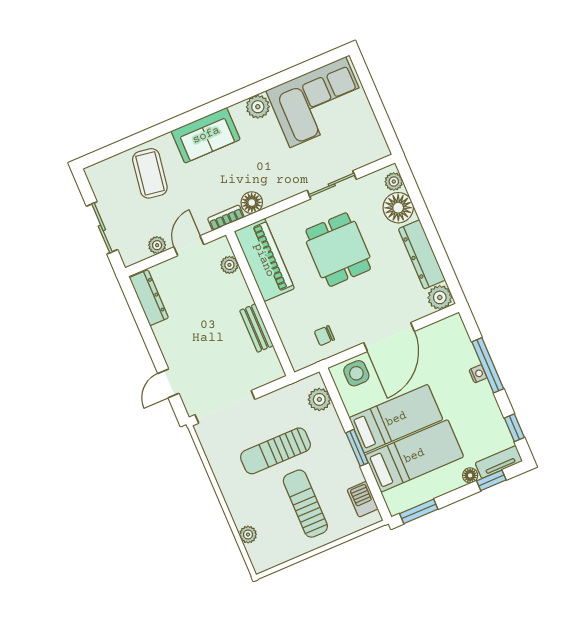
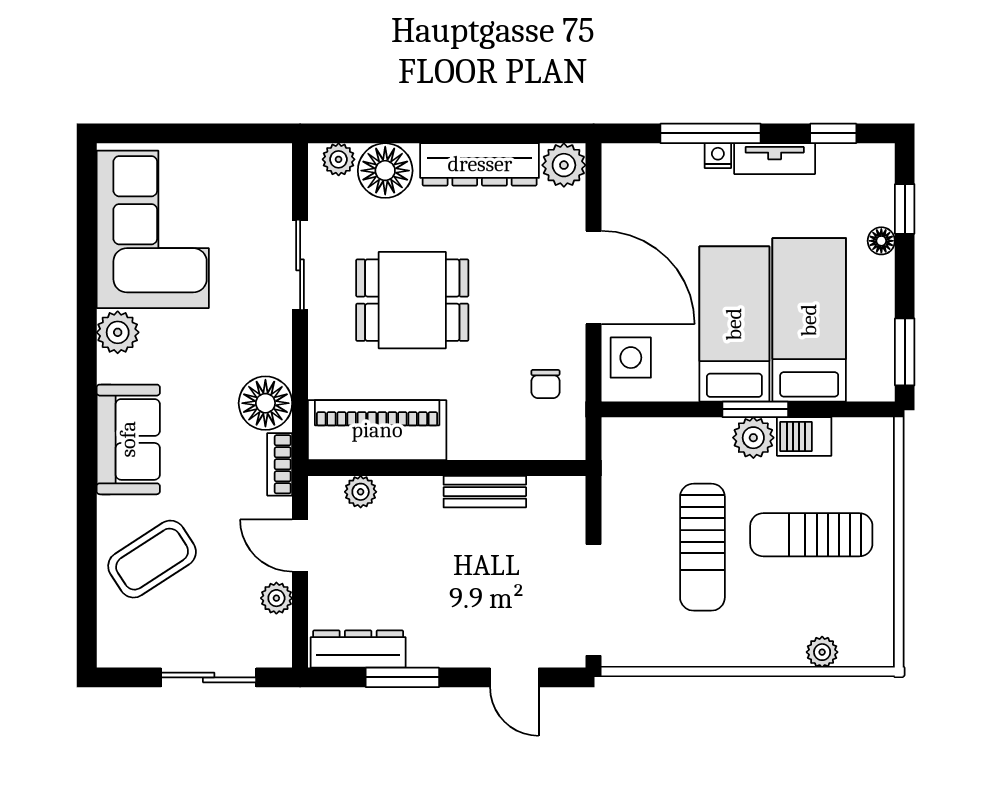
coffee table: (150, 173) -> (152, 559), turned -42
floor lamp: (252, 203) -> (265, 403), width x1.38, depth x1.38
window: (144, 326) -> (402, 677), added
plant: (319, 399) -> (753, 438), moved
tv unit: (499, 462) -> (775, 159), moved, turned -90
barbecue: (363, 499) -> (804, 437), moved

